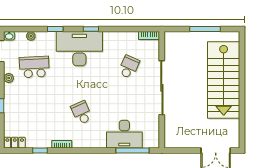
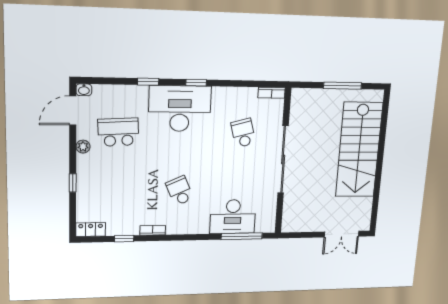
plant: (31, 36) -> (114, 91), removed
school desk: (129, 67) -> (243, 133), turned -39

